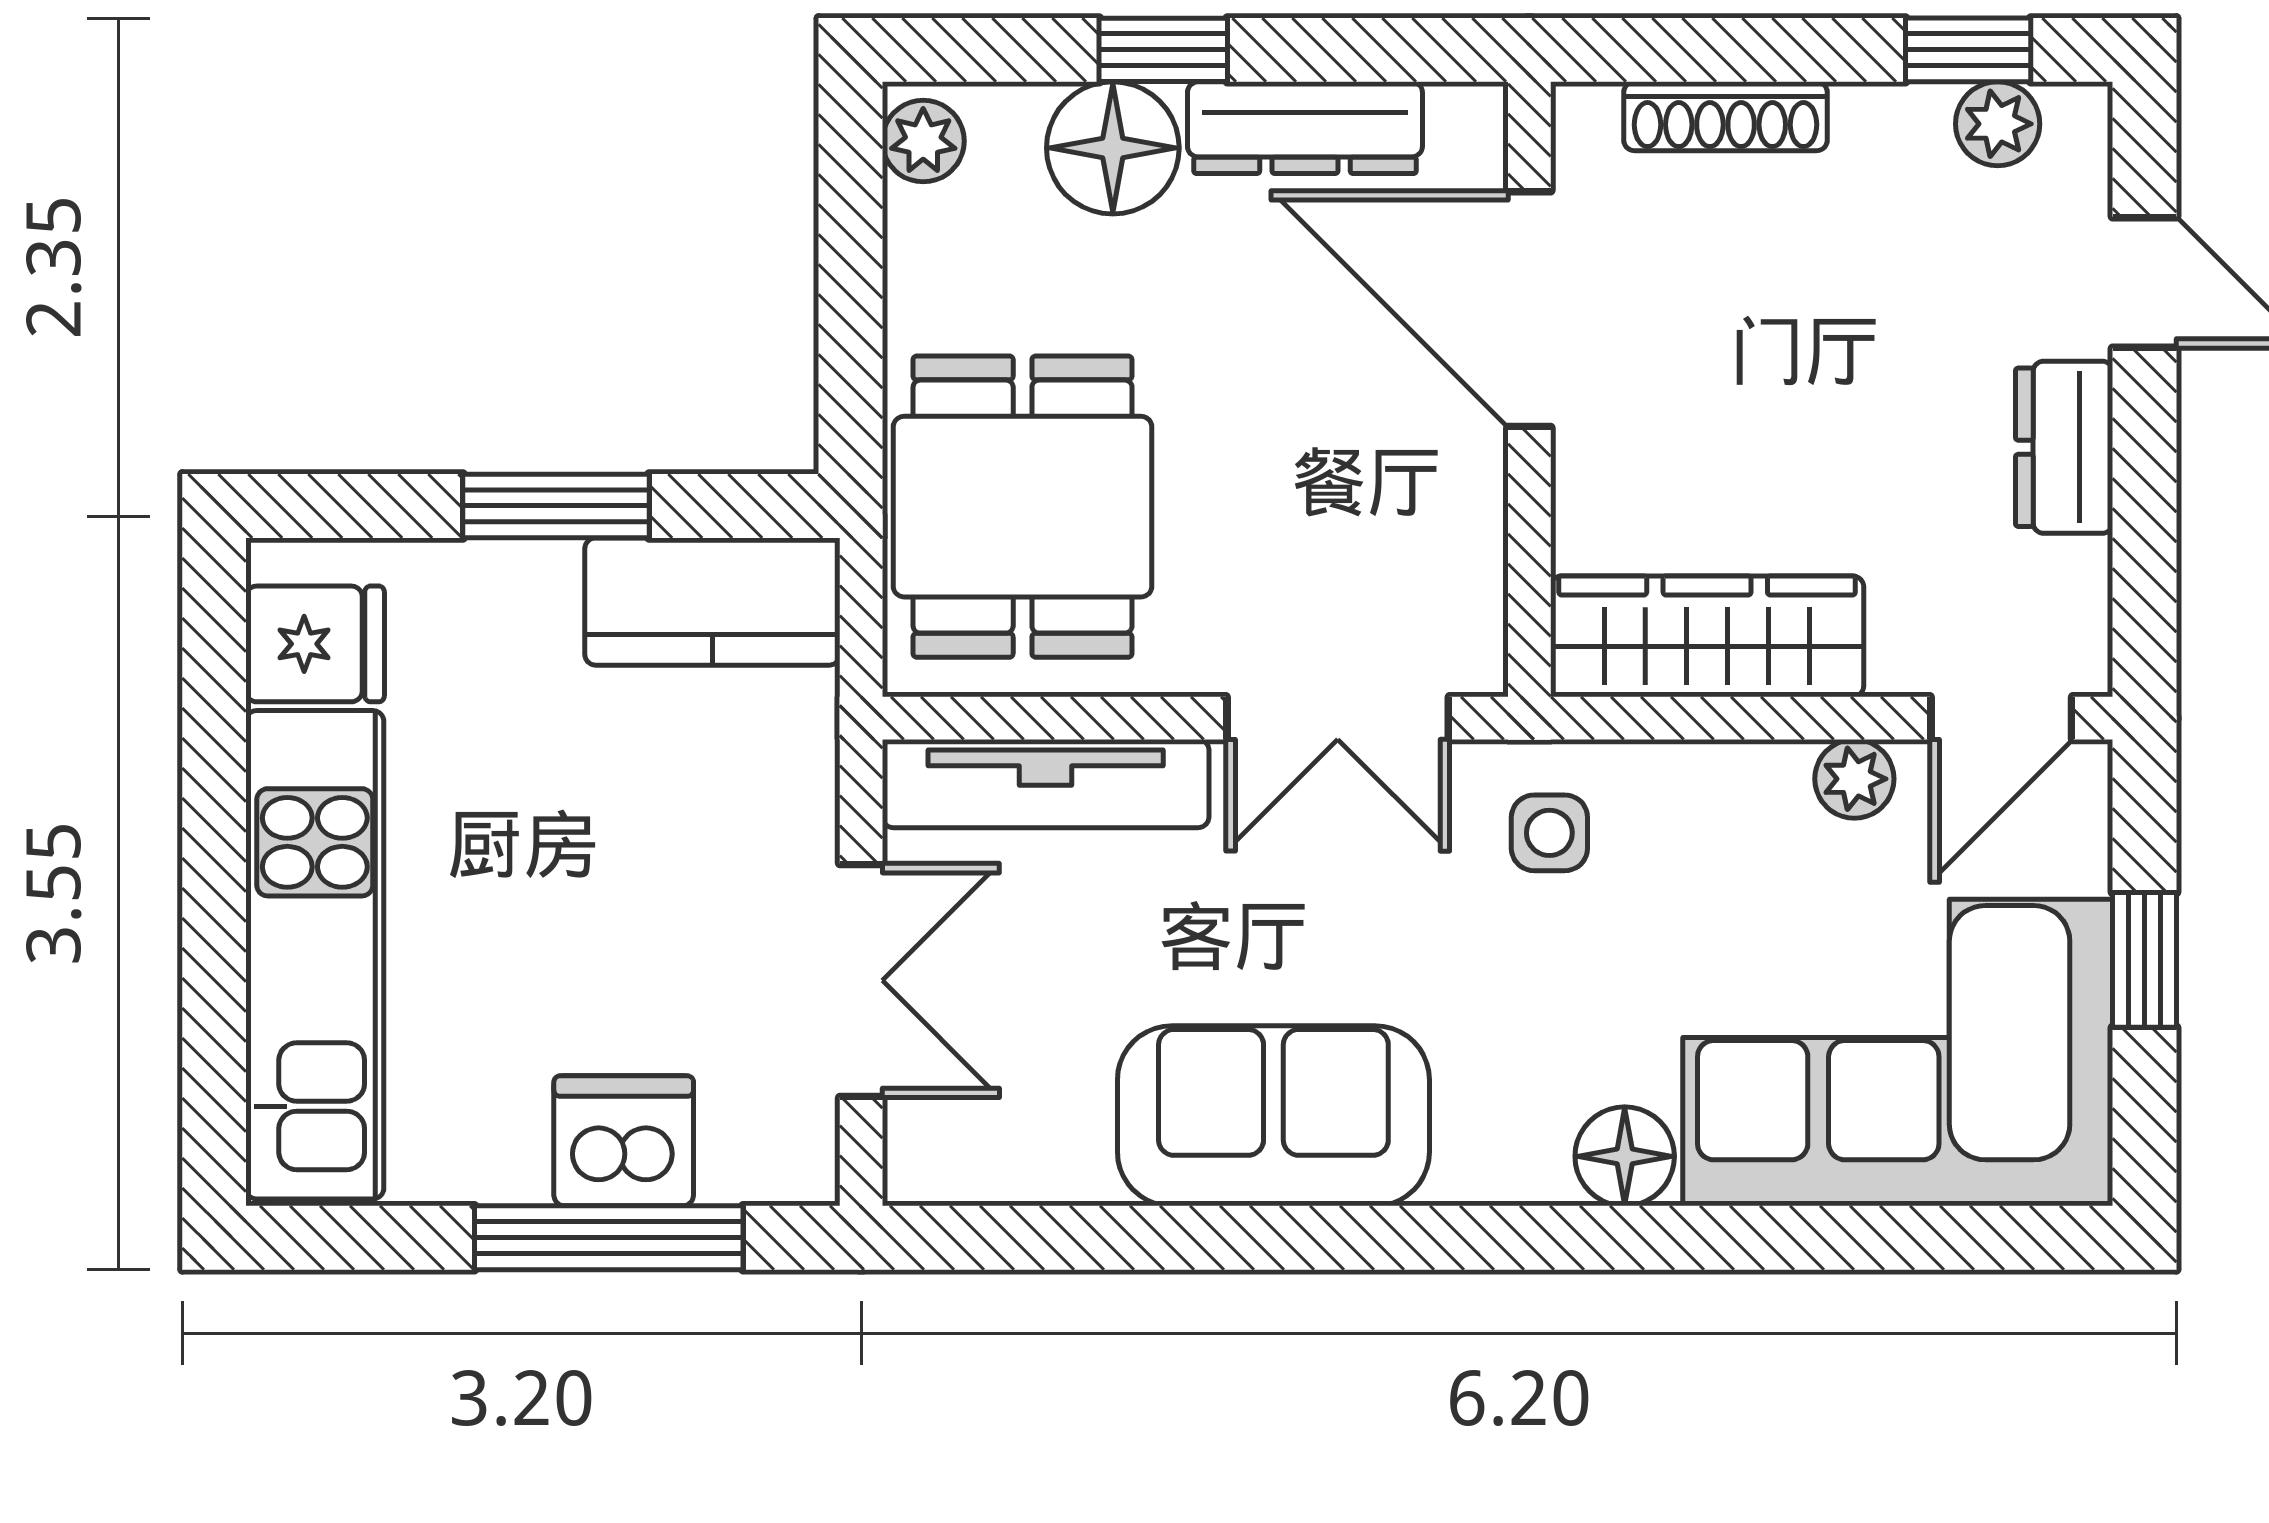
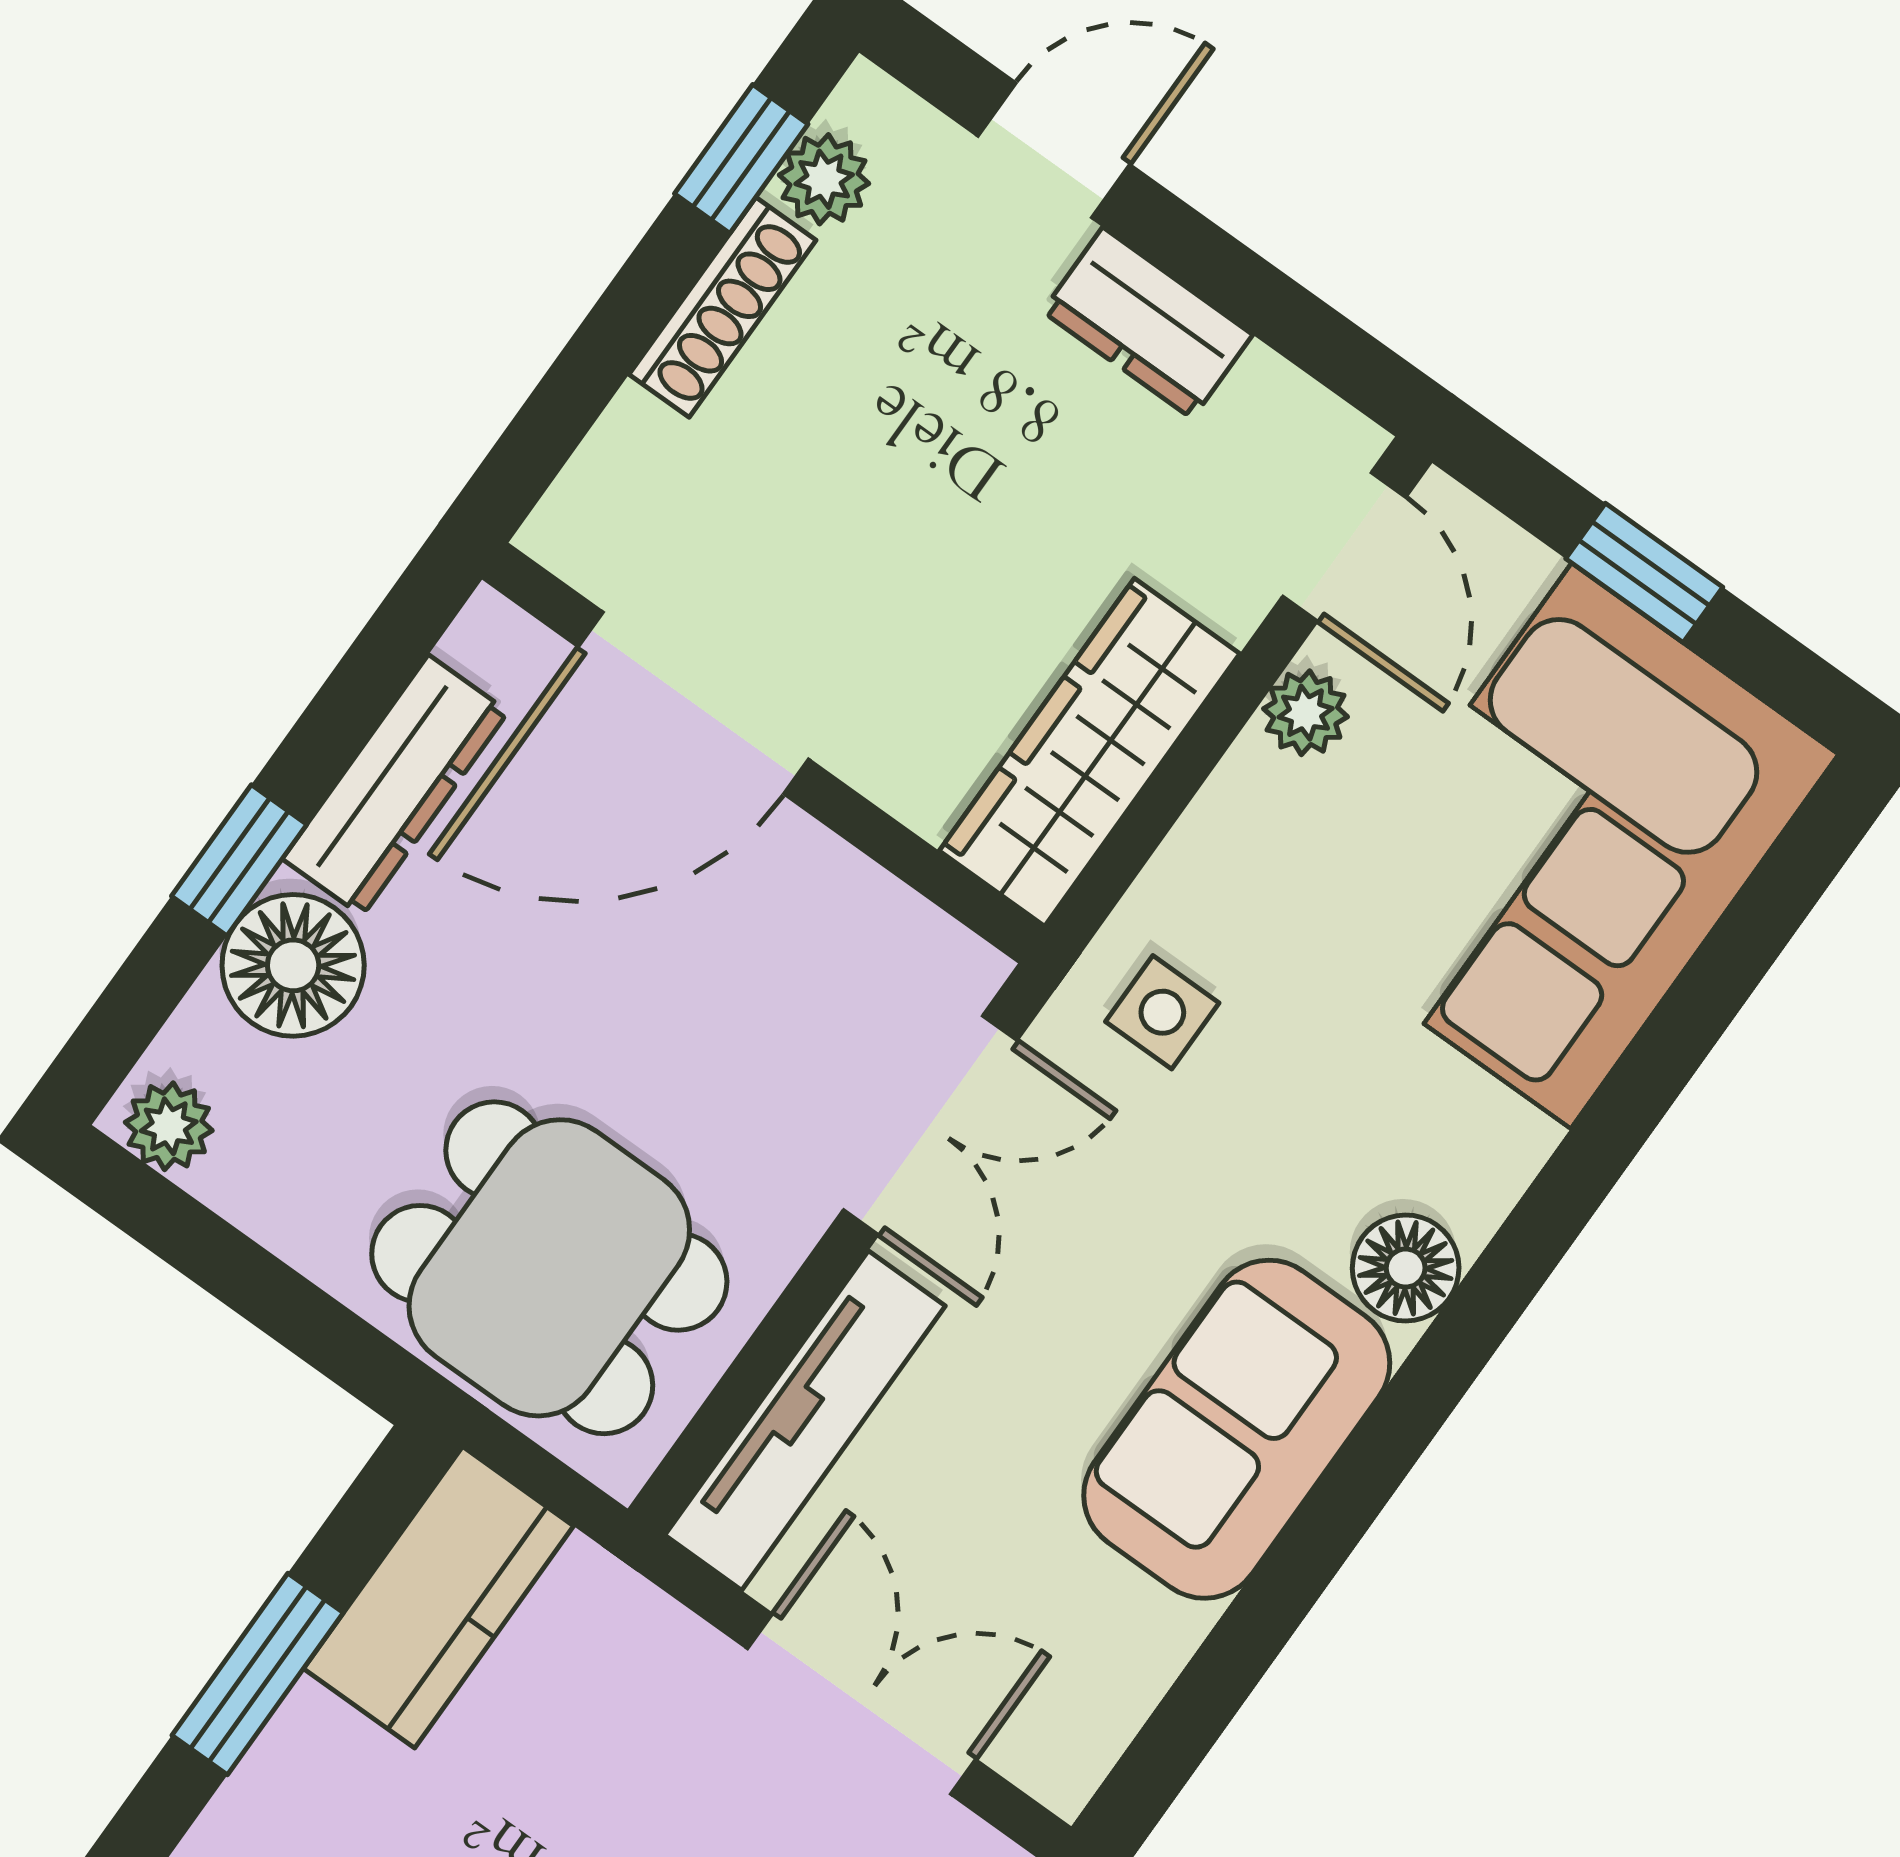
shoe rack: (1726, 116) -> (722, 307), moved
floor lamp: (1625, 1156) -> (1406, 1268), moved

